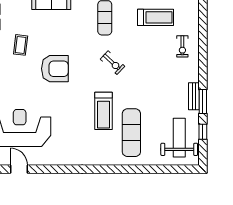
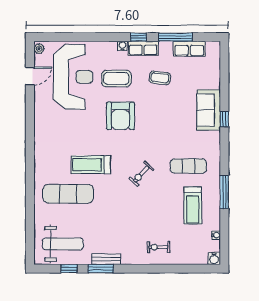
treadmill: (155, 17) -> (193, 205), moved
armchair: (55, 69) -> (120, 116), moved
coffee table: (21, 87) -> (116, 78), added

